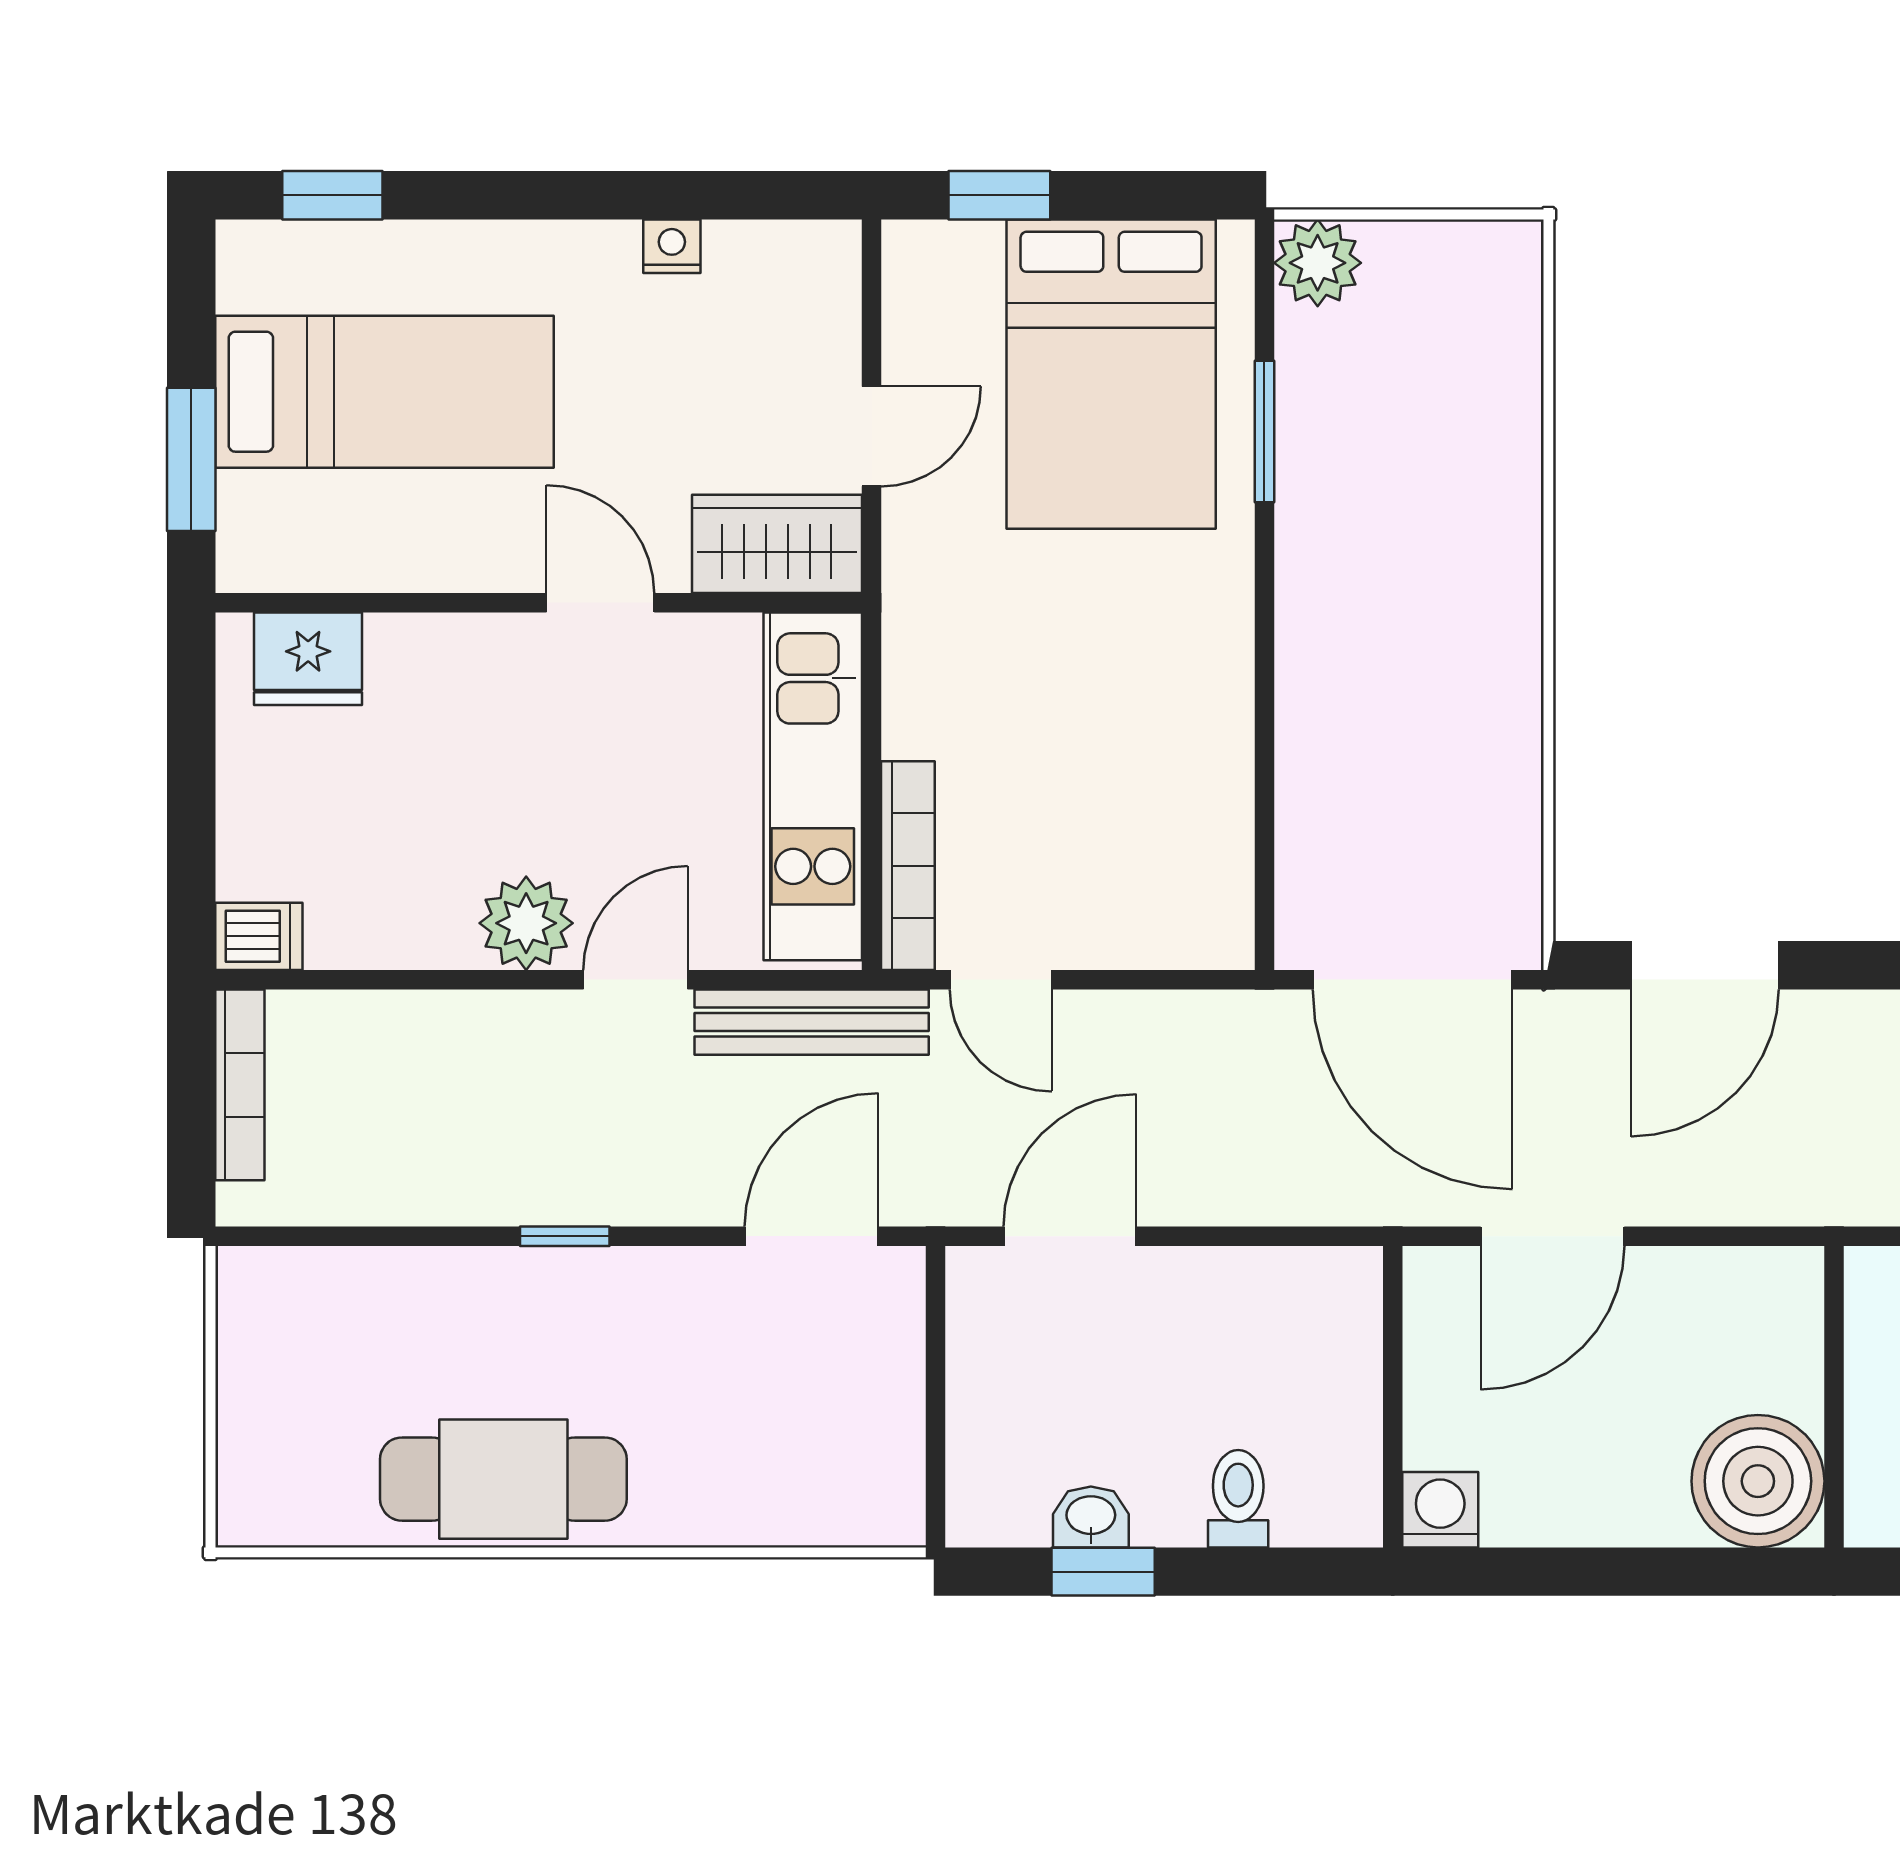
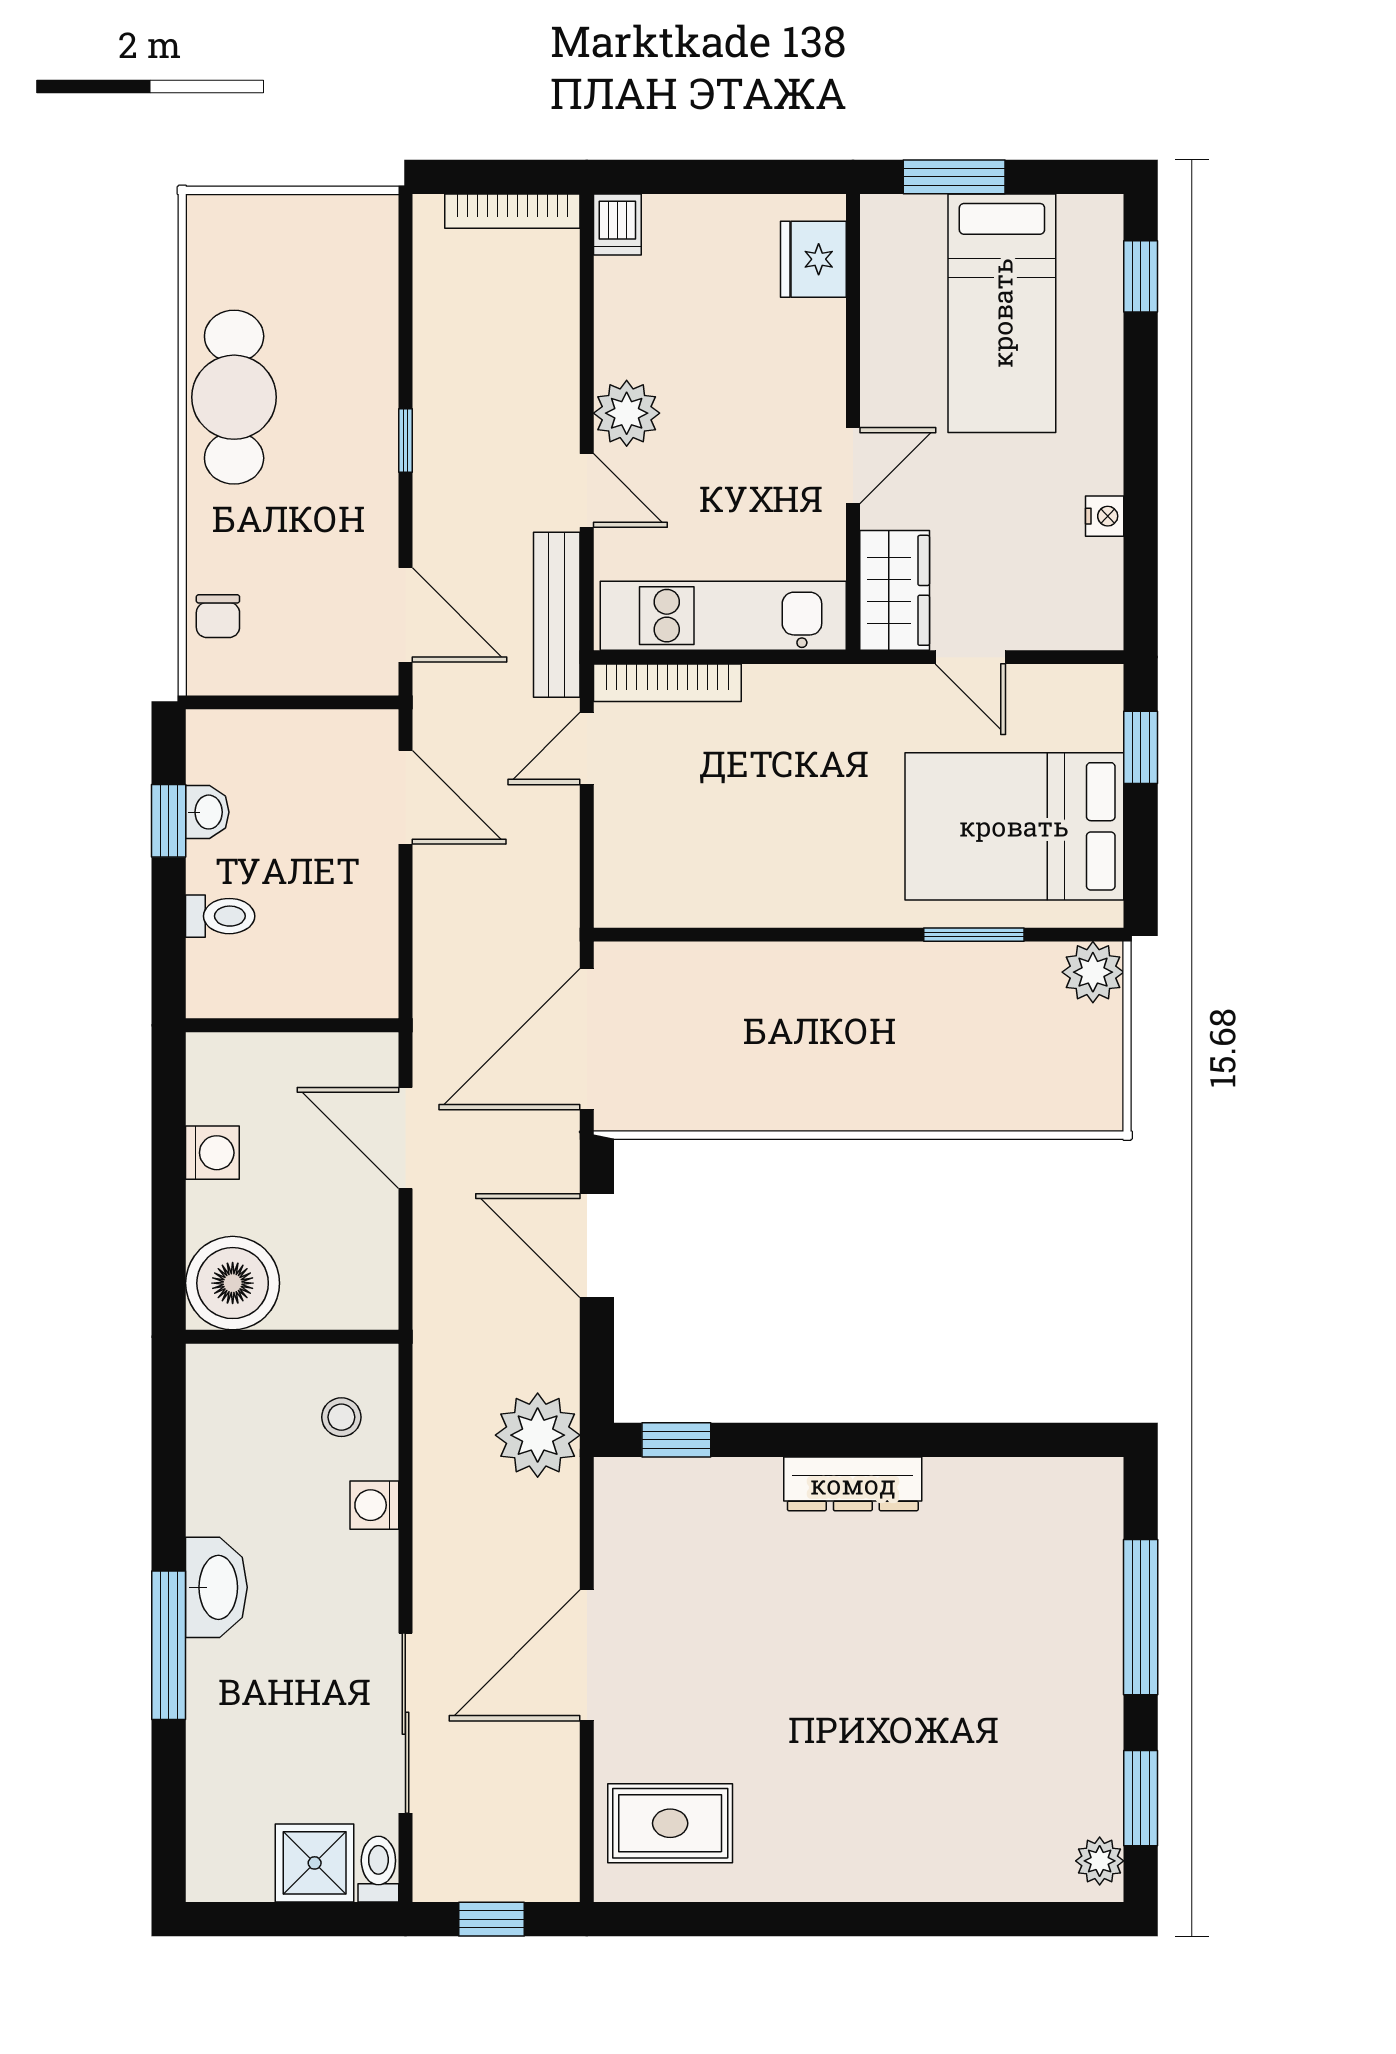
chair: (813, 1502) -> (218, 616), added
washing machine: (1440, 1510) -> (212, 1153), moved

